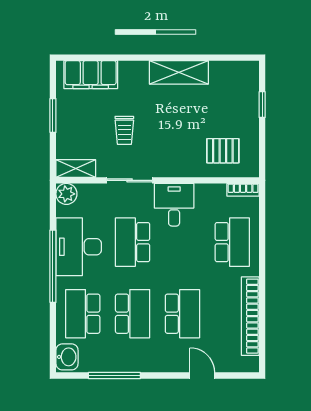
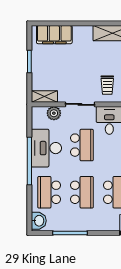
trolley: (124, 130) -> (107, 85), moved
plant: (66, 194) -> (54, 113), moved
school desk: (133, 242) -> (82, 145), turned 180

